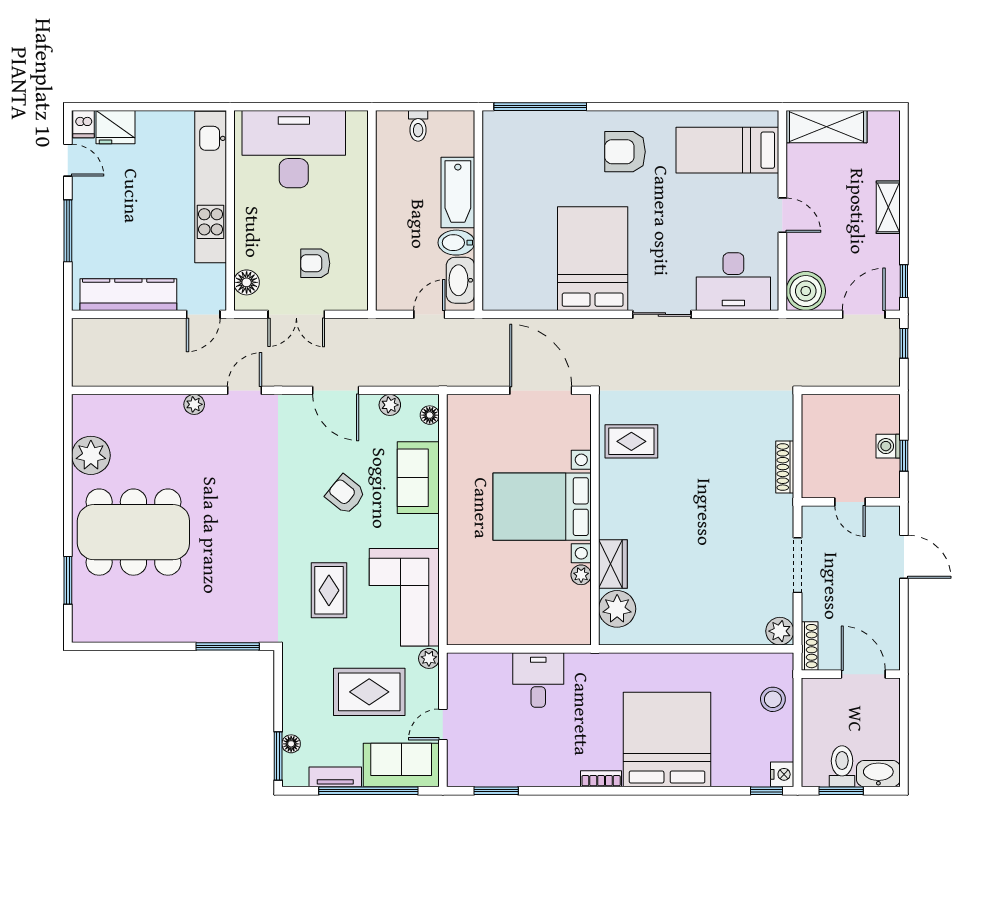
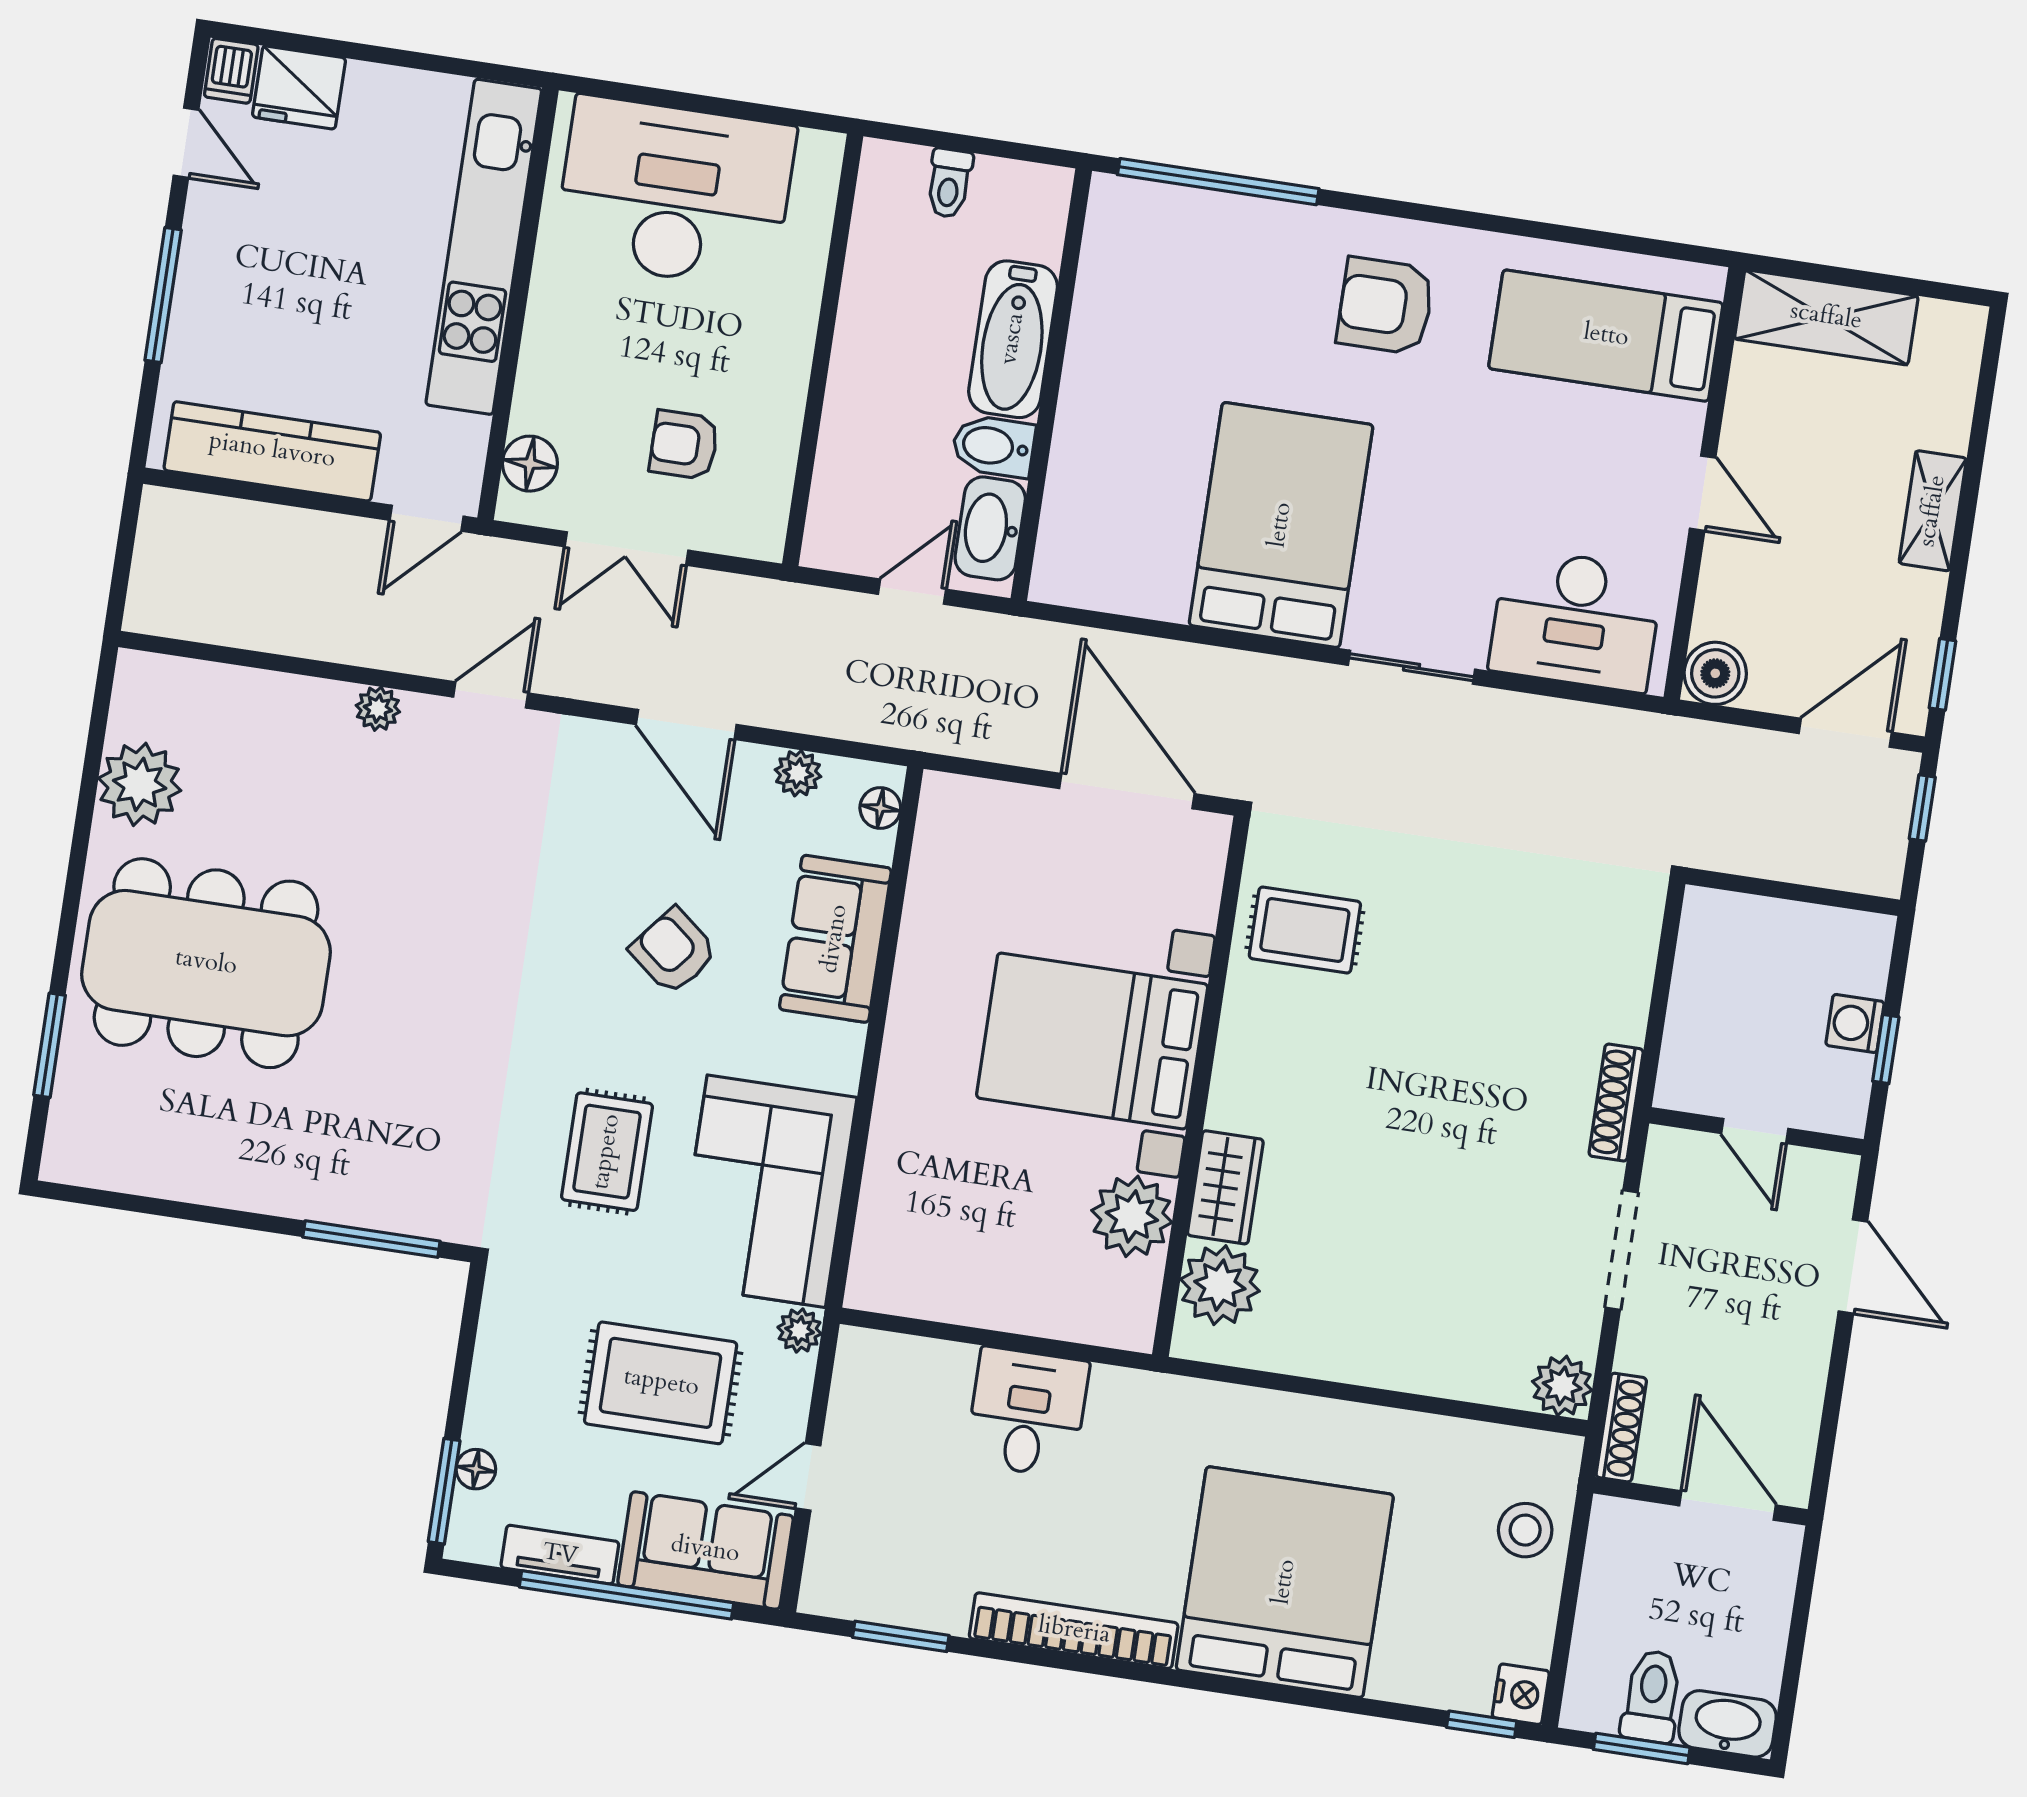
boiler: (806, 291) -> (1715, 673), width x0.73, depth x0.73
shoe rack: (785, 467) -> (1616, 1103), moved
plant: (581, 575) -> (1132, 1216), width x1.88, depth x1.88
bookcase: (601, 779) -> (1074, 1631), width x2.31, depth x1.31

